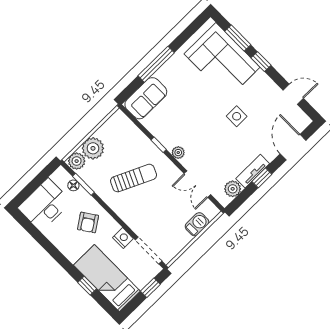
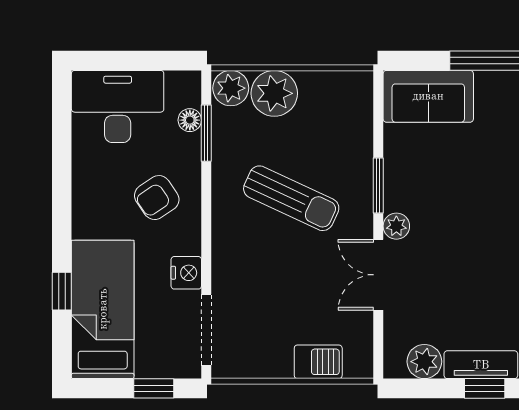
window: (159, 145) -> (378, 186), width x1.50
double door: (197, 184) -> (378, 275), moved

